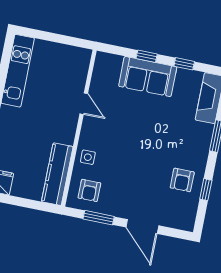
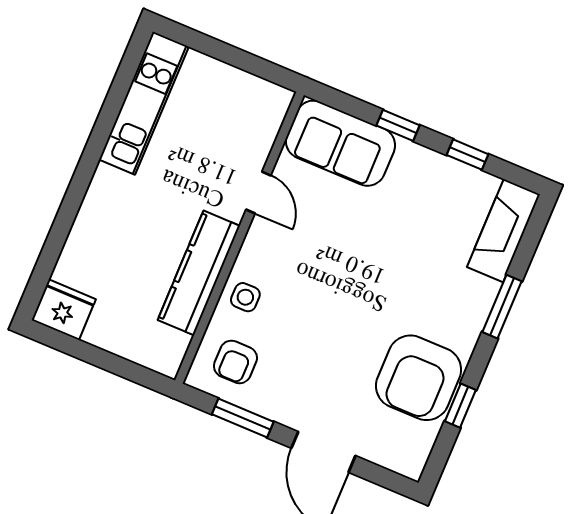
sofa: (148, 77) -> (340, 143), moved
kitchen counter: (57, 174) -> (199, 273), moved
armchair: (182, 180) -> (419, 378), width x1.88, depth x1.88

